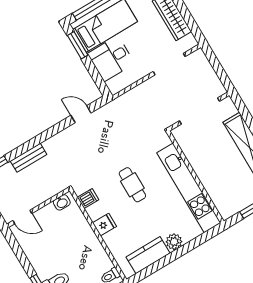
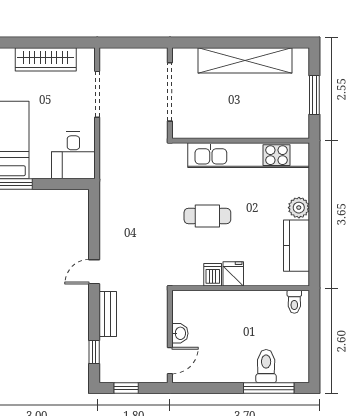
desk: (111, 59) -> (73, 155), moved
door: (81, 114) -> (94, 272), moved
dishwasher: (88, 198) -> (213, 275), moved
washbasin: (62, 202) -> (180, 333), moved

